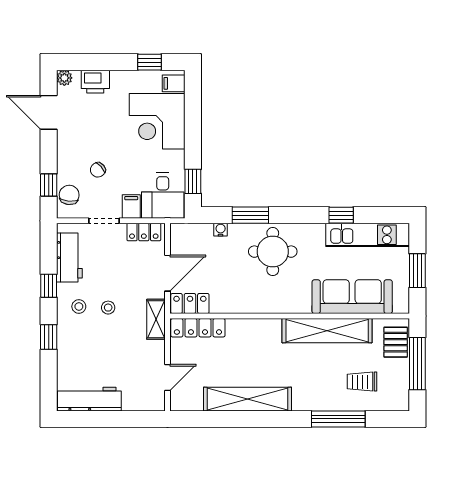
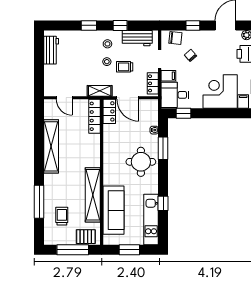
window: (49, 185) -> (193, 25), moved
trolley: (117, 278) -> (125, 67), added
workbench: (89, 399) -> (51, 50), width x0.73

